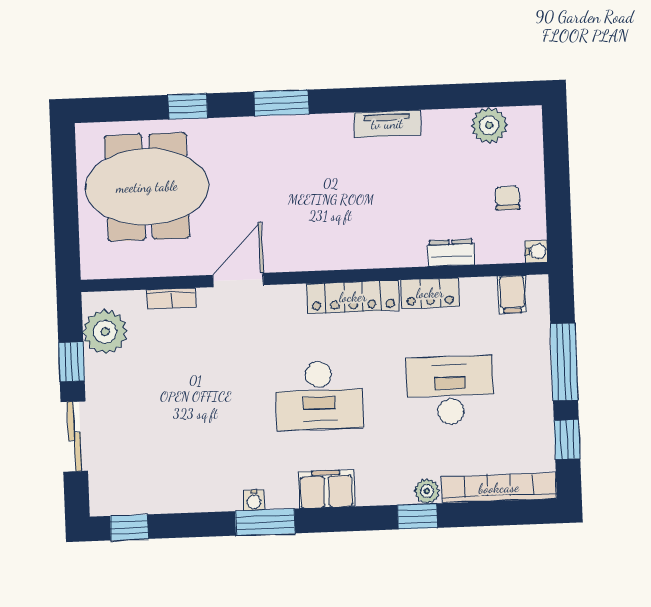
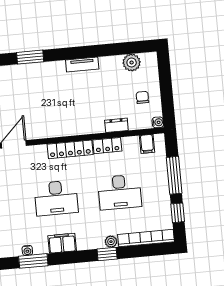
desk: (450, 390) -> (120, 192), turned 180

